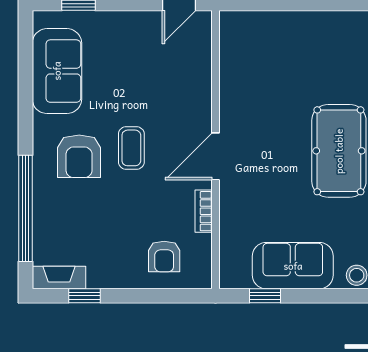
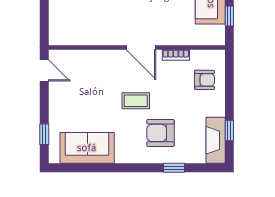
armchair: (79, 156) -> (160, 133), moved, turned 180
window: (25, 208) -> (174, 168), width x0.32
fireplace: (59, 278) -> (216, 140), width x1.37, depth x1.32

